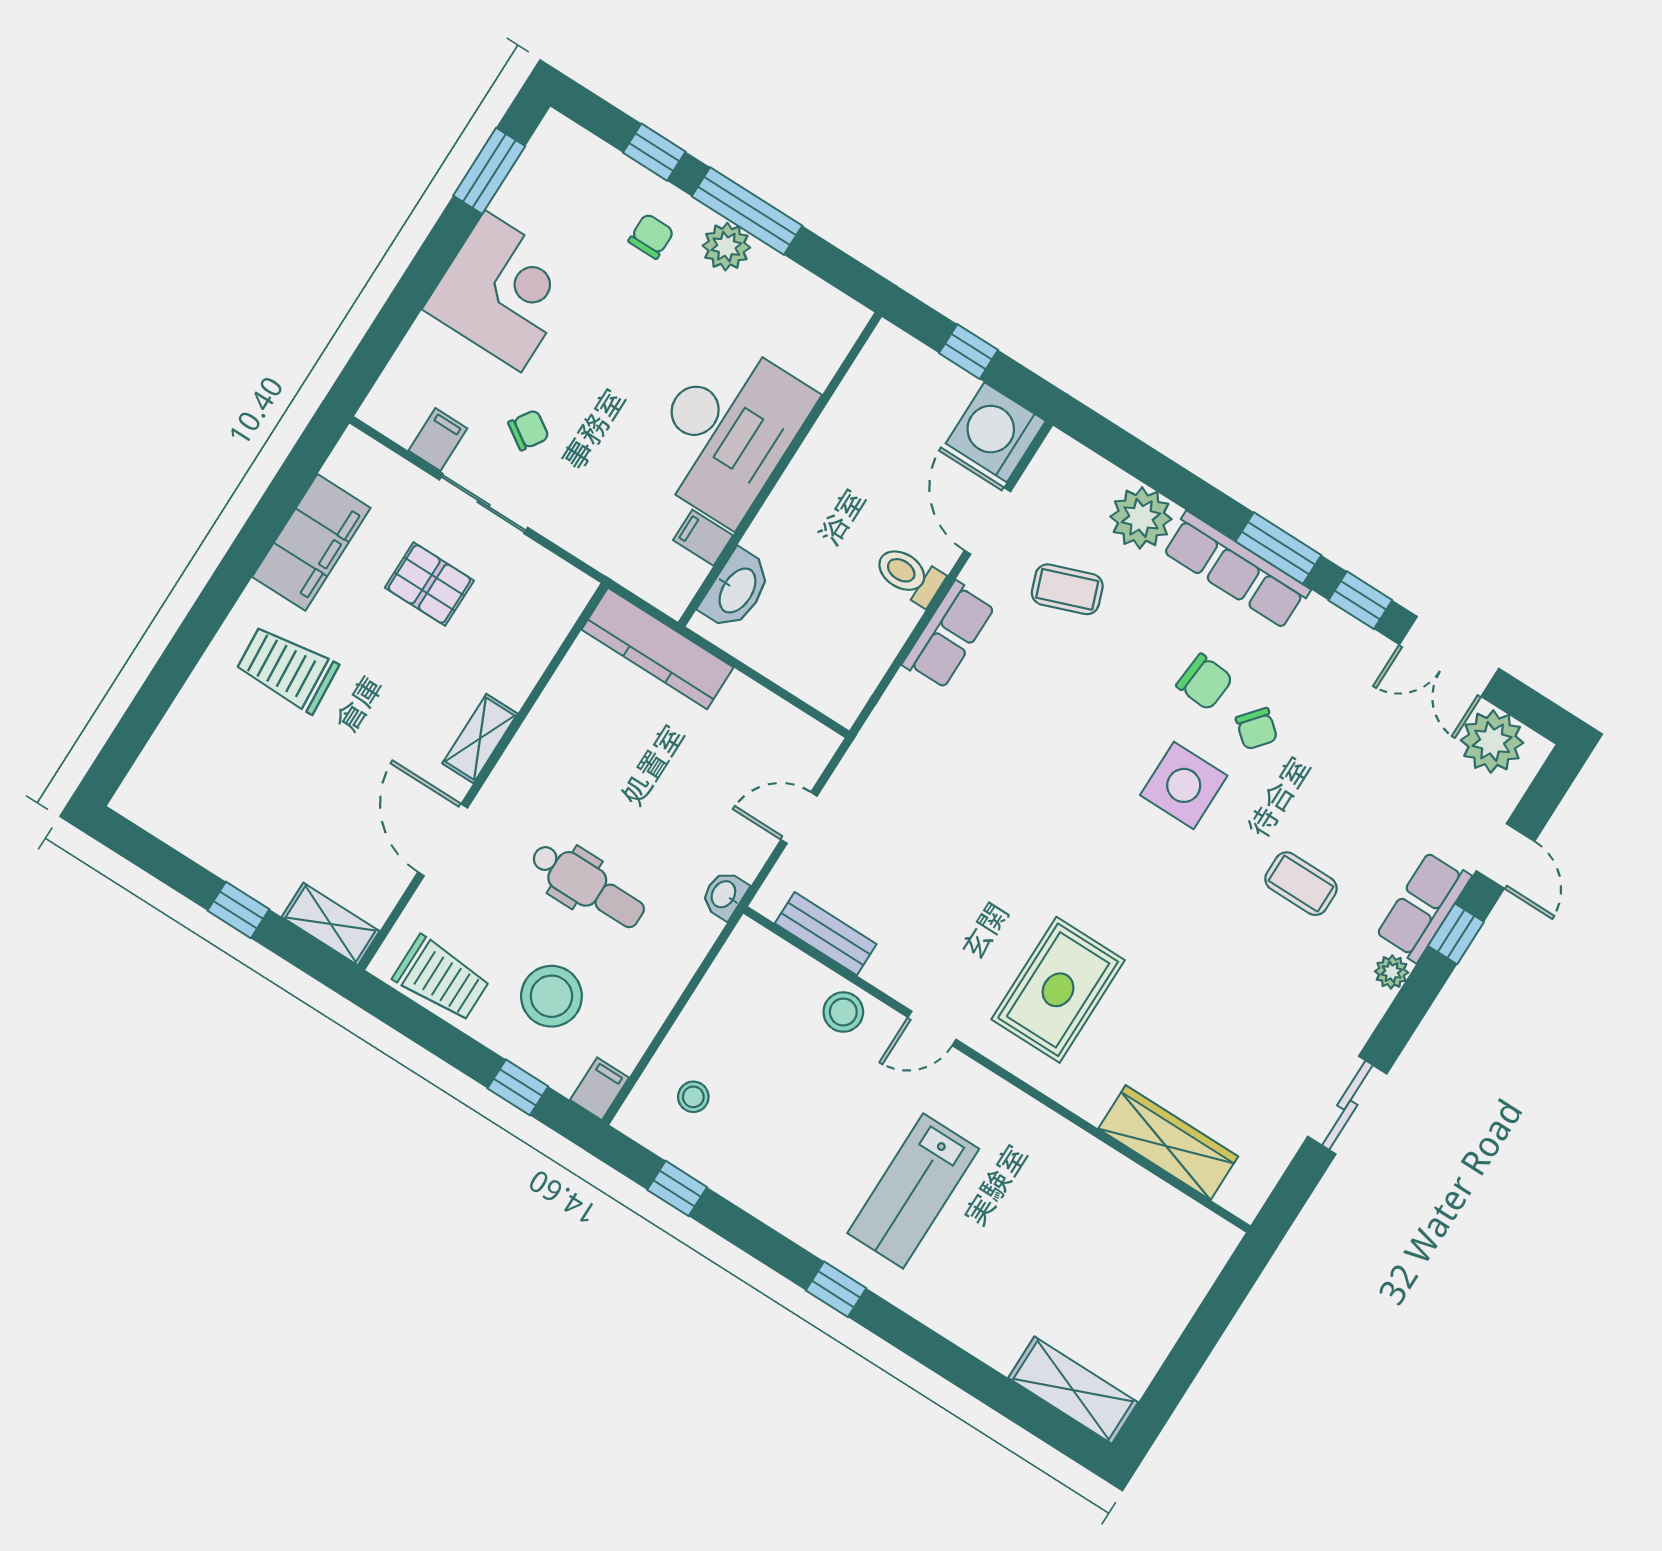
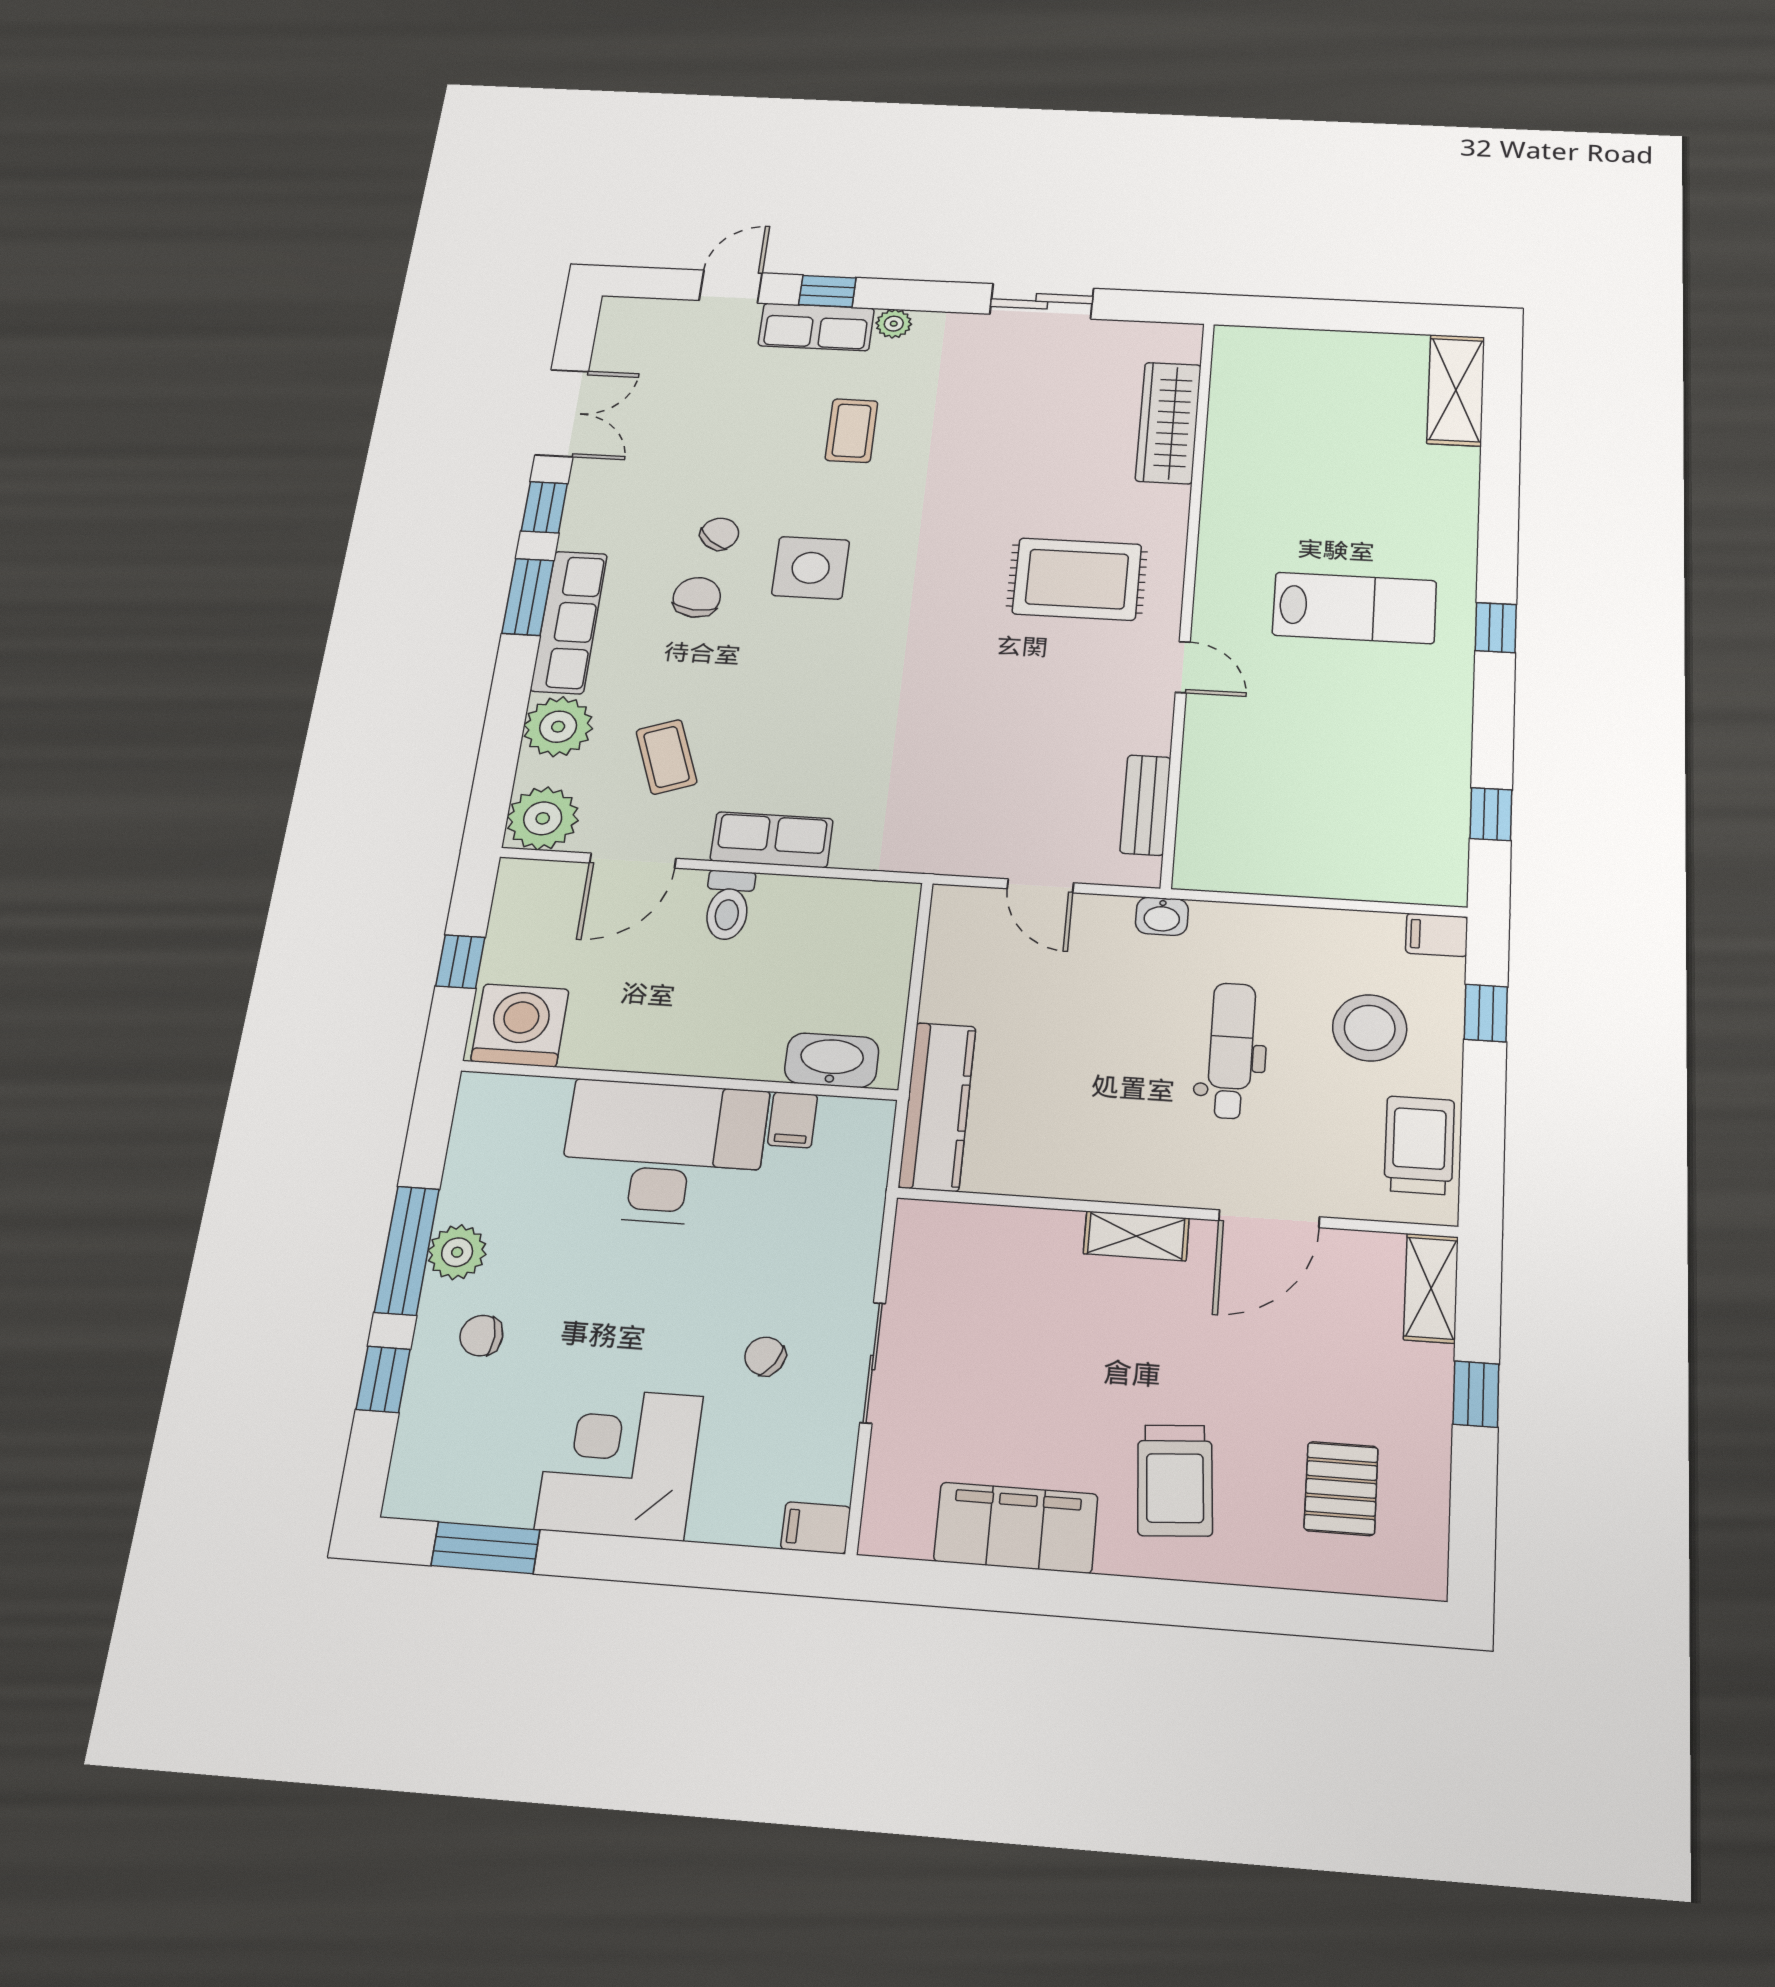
washing machine: (996, 432) -> (520, 1025), moved, turned 180
filing cabinet: (438, 439) -> (816, 1528), moved
pallet: (429, 584) -> (1341, 1488), moved
plant: (1492, 741) -> (543, 818), moved
stool: (843, 1012) -> (1215, 752), removed
stool: (693, 1097) -> (1388, 844), removed

